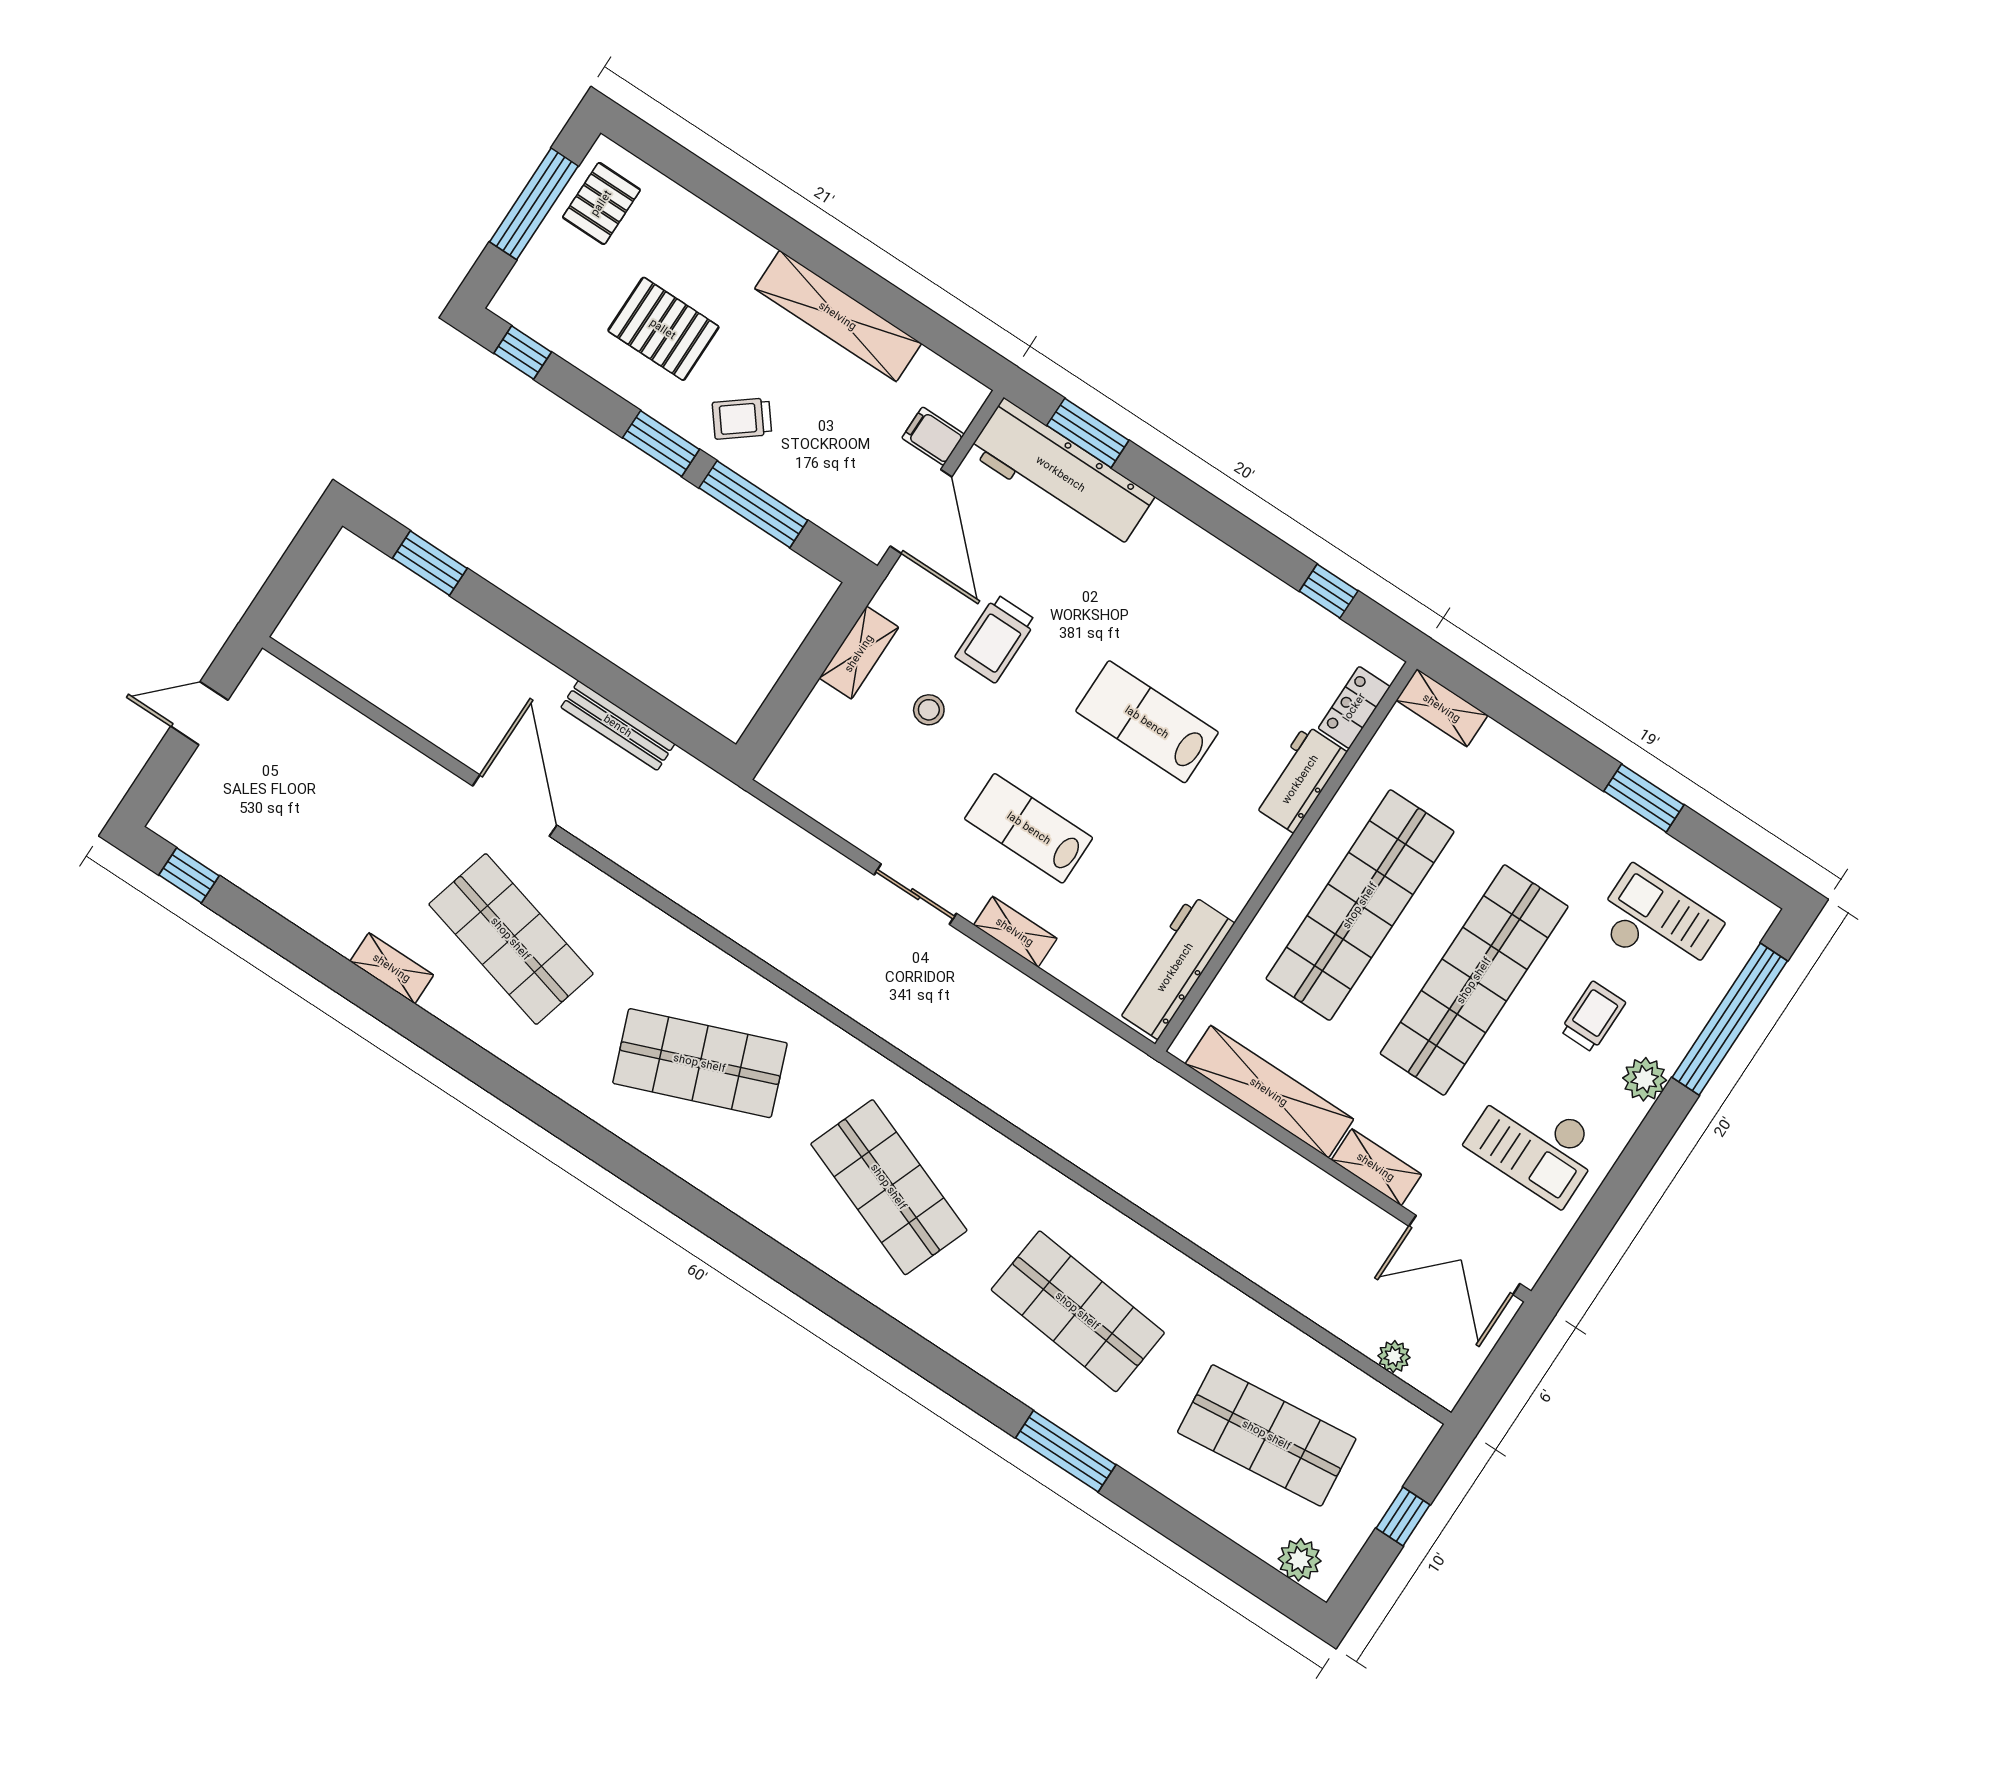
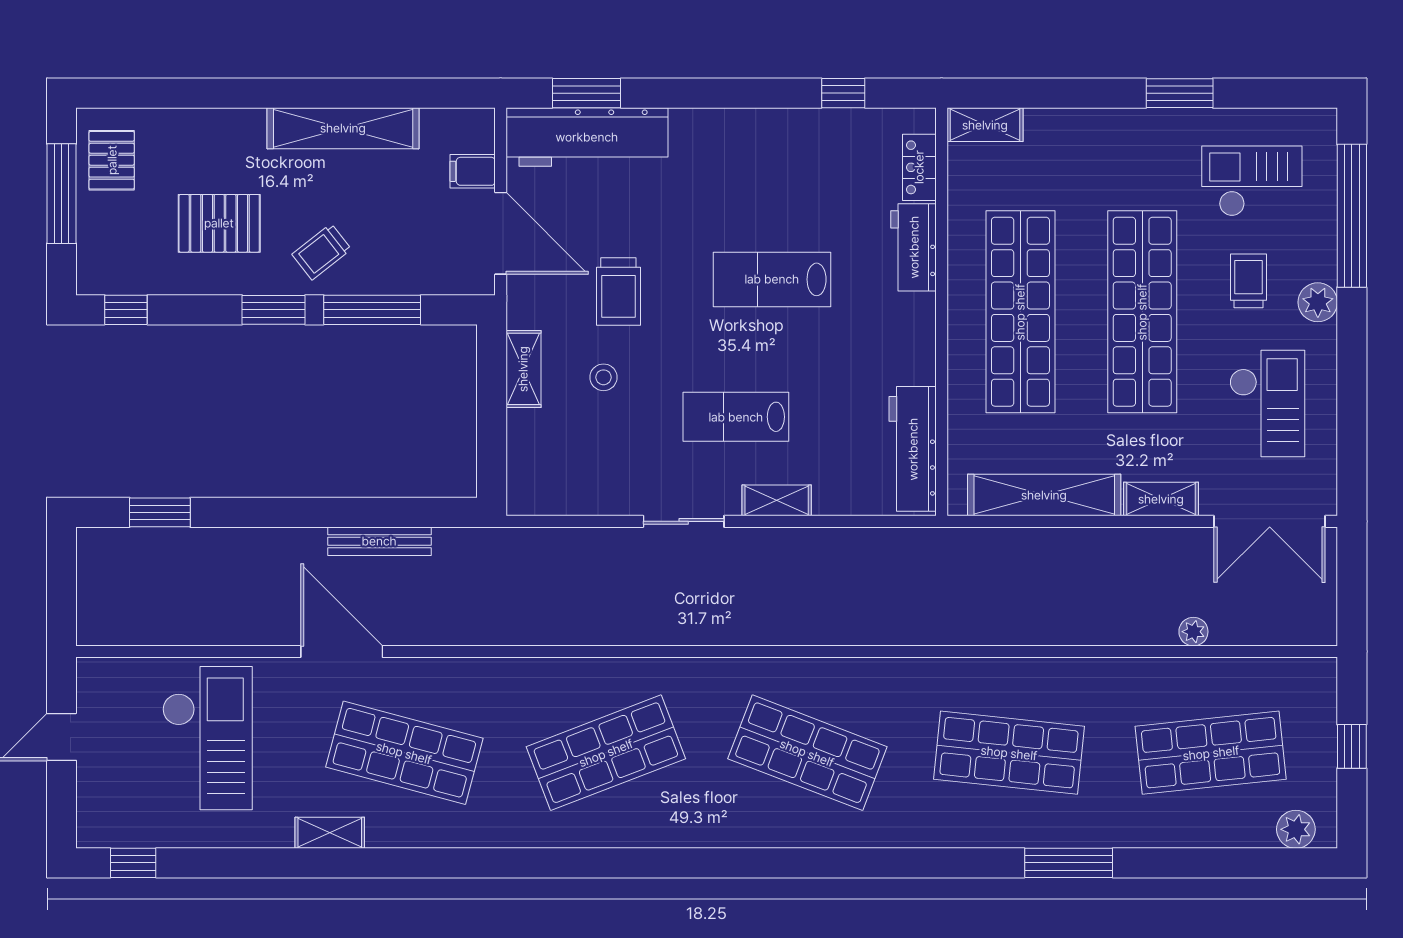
checkout: (335, 804) -> (207, 738), added
checkout: (1535, 1143) -> (1267, 404), turned -90
plant: (1394, 1357) -> (1193, 632), moved

